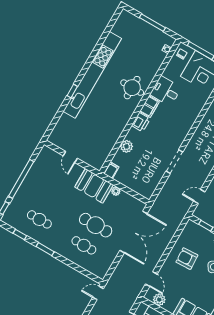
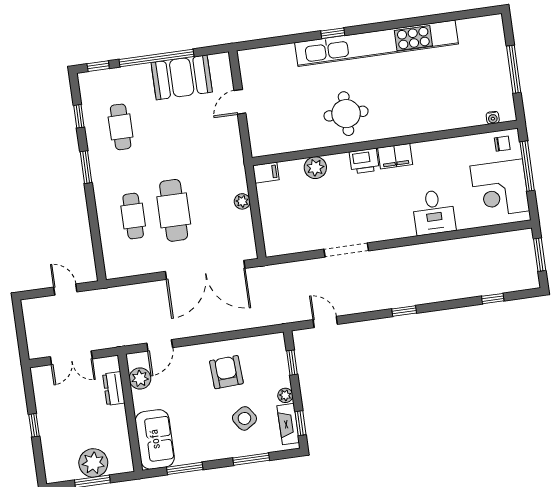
round table: (132, 88) -> (346, 114), moved
desk: (166, 91) -> (434, 212), moved, turned 180
booth: (94, 186) -> (182, 77), moved, turned 90
door: (98, 293) -> (65, 290), moved

